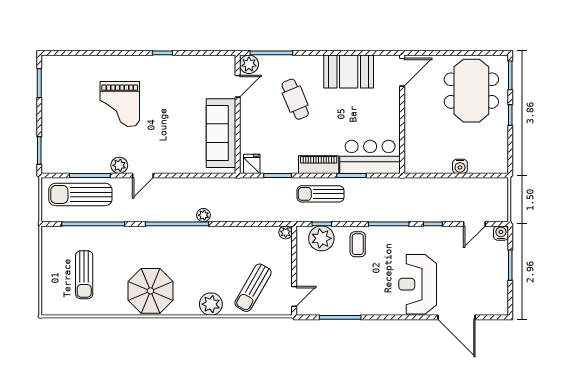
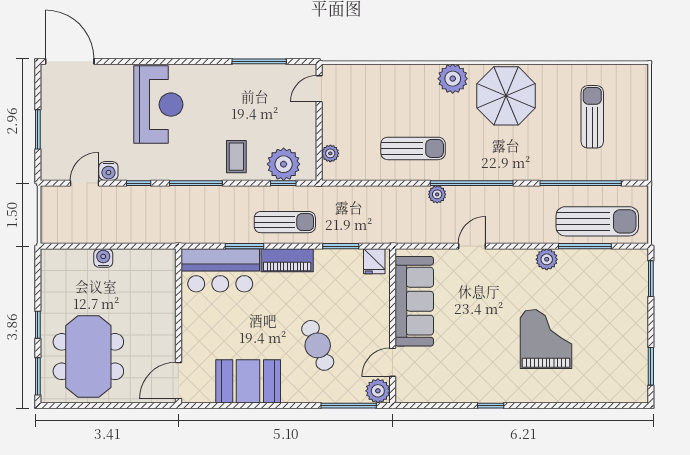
door: (143, 175) -> (472, 246), moved
plant: (286, 232) -> (330, 153), moved
water cooler: (501, 233) -> (108, 171), moved
sun lounger: (253, 288) -> (413, 148), moved, turned 60
plant: (211, 304) -> (453, 79), moved
door: (457, 317) -> (70, 61), moved

